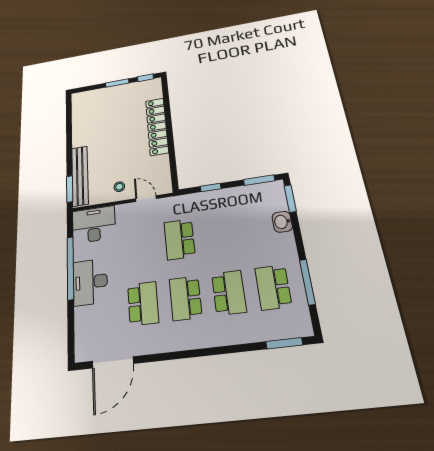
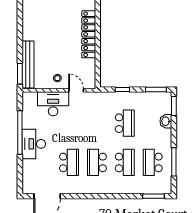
desk: (94, 225) -> (53, 104), moved
school desk: (179, 239) -> (125, 123), moved, turned 180

